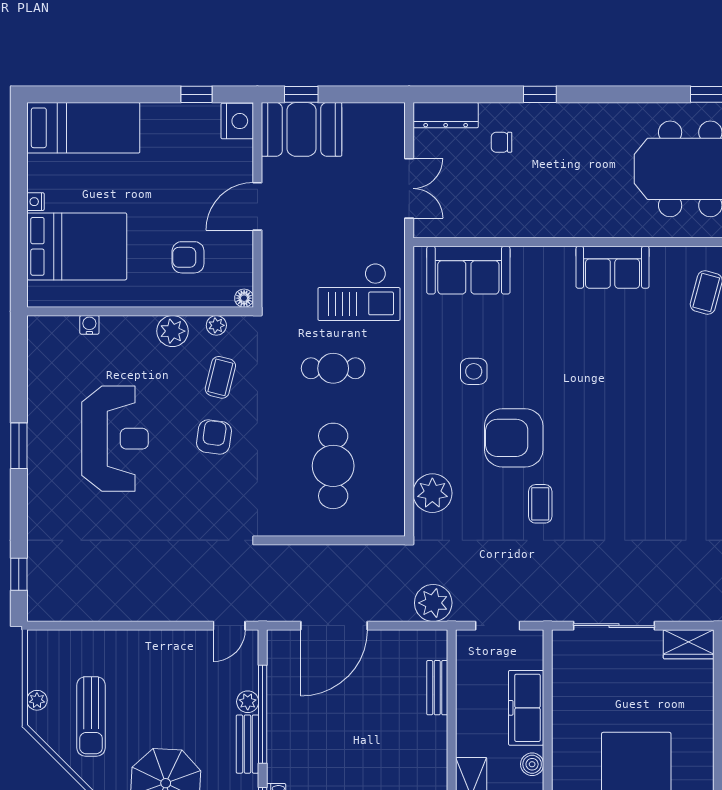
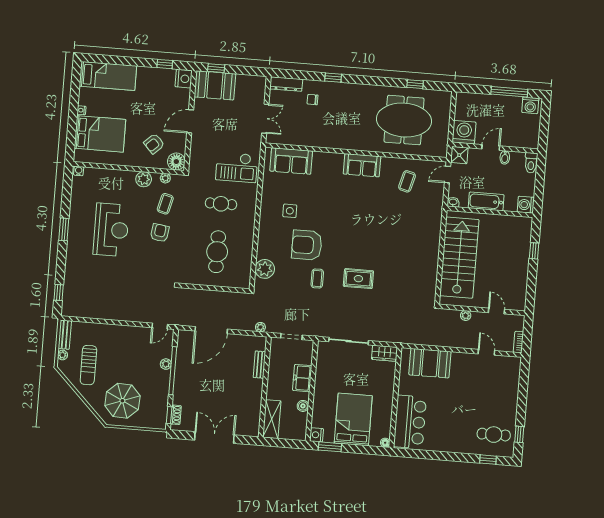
armchair: (188, 257) -> (154, 144), turned -43
floor lamp: (244, 298) -> (176, 162), width x1.89, depth x1.89
water cooler: (89, 325) -> (79, 171), moved
rug: (624, 497) -> (358, 279), added
plant: (433, 603) -> (260, 327), width x0.53, depth x0.53
freezer: (526, 708) -> (302, 378), width x0.71
bench: (247, 744) -> (65, 335), moved

